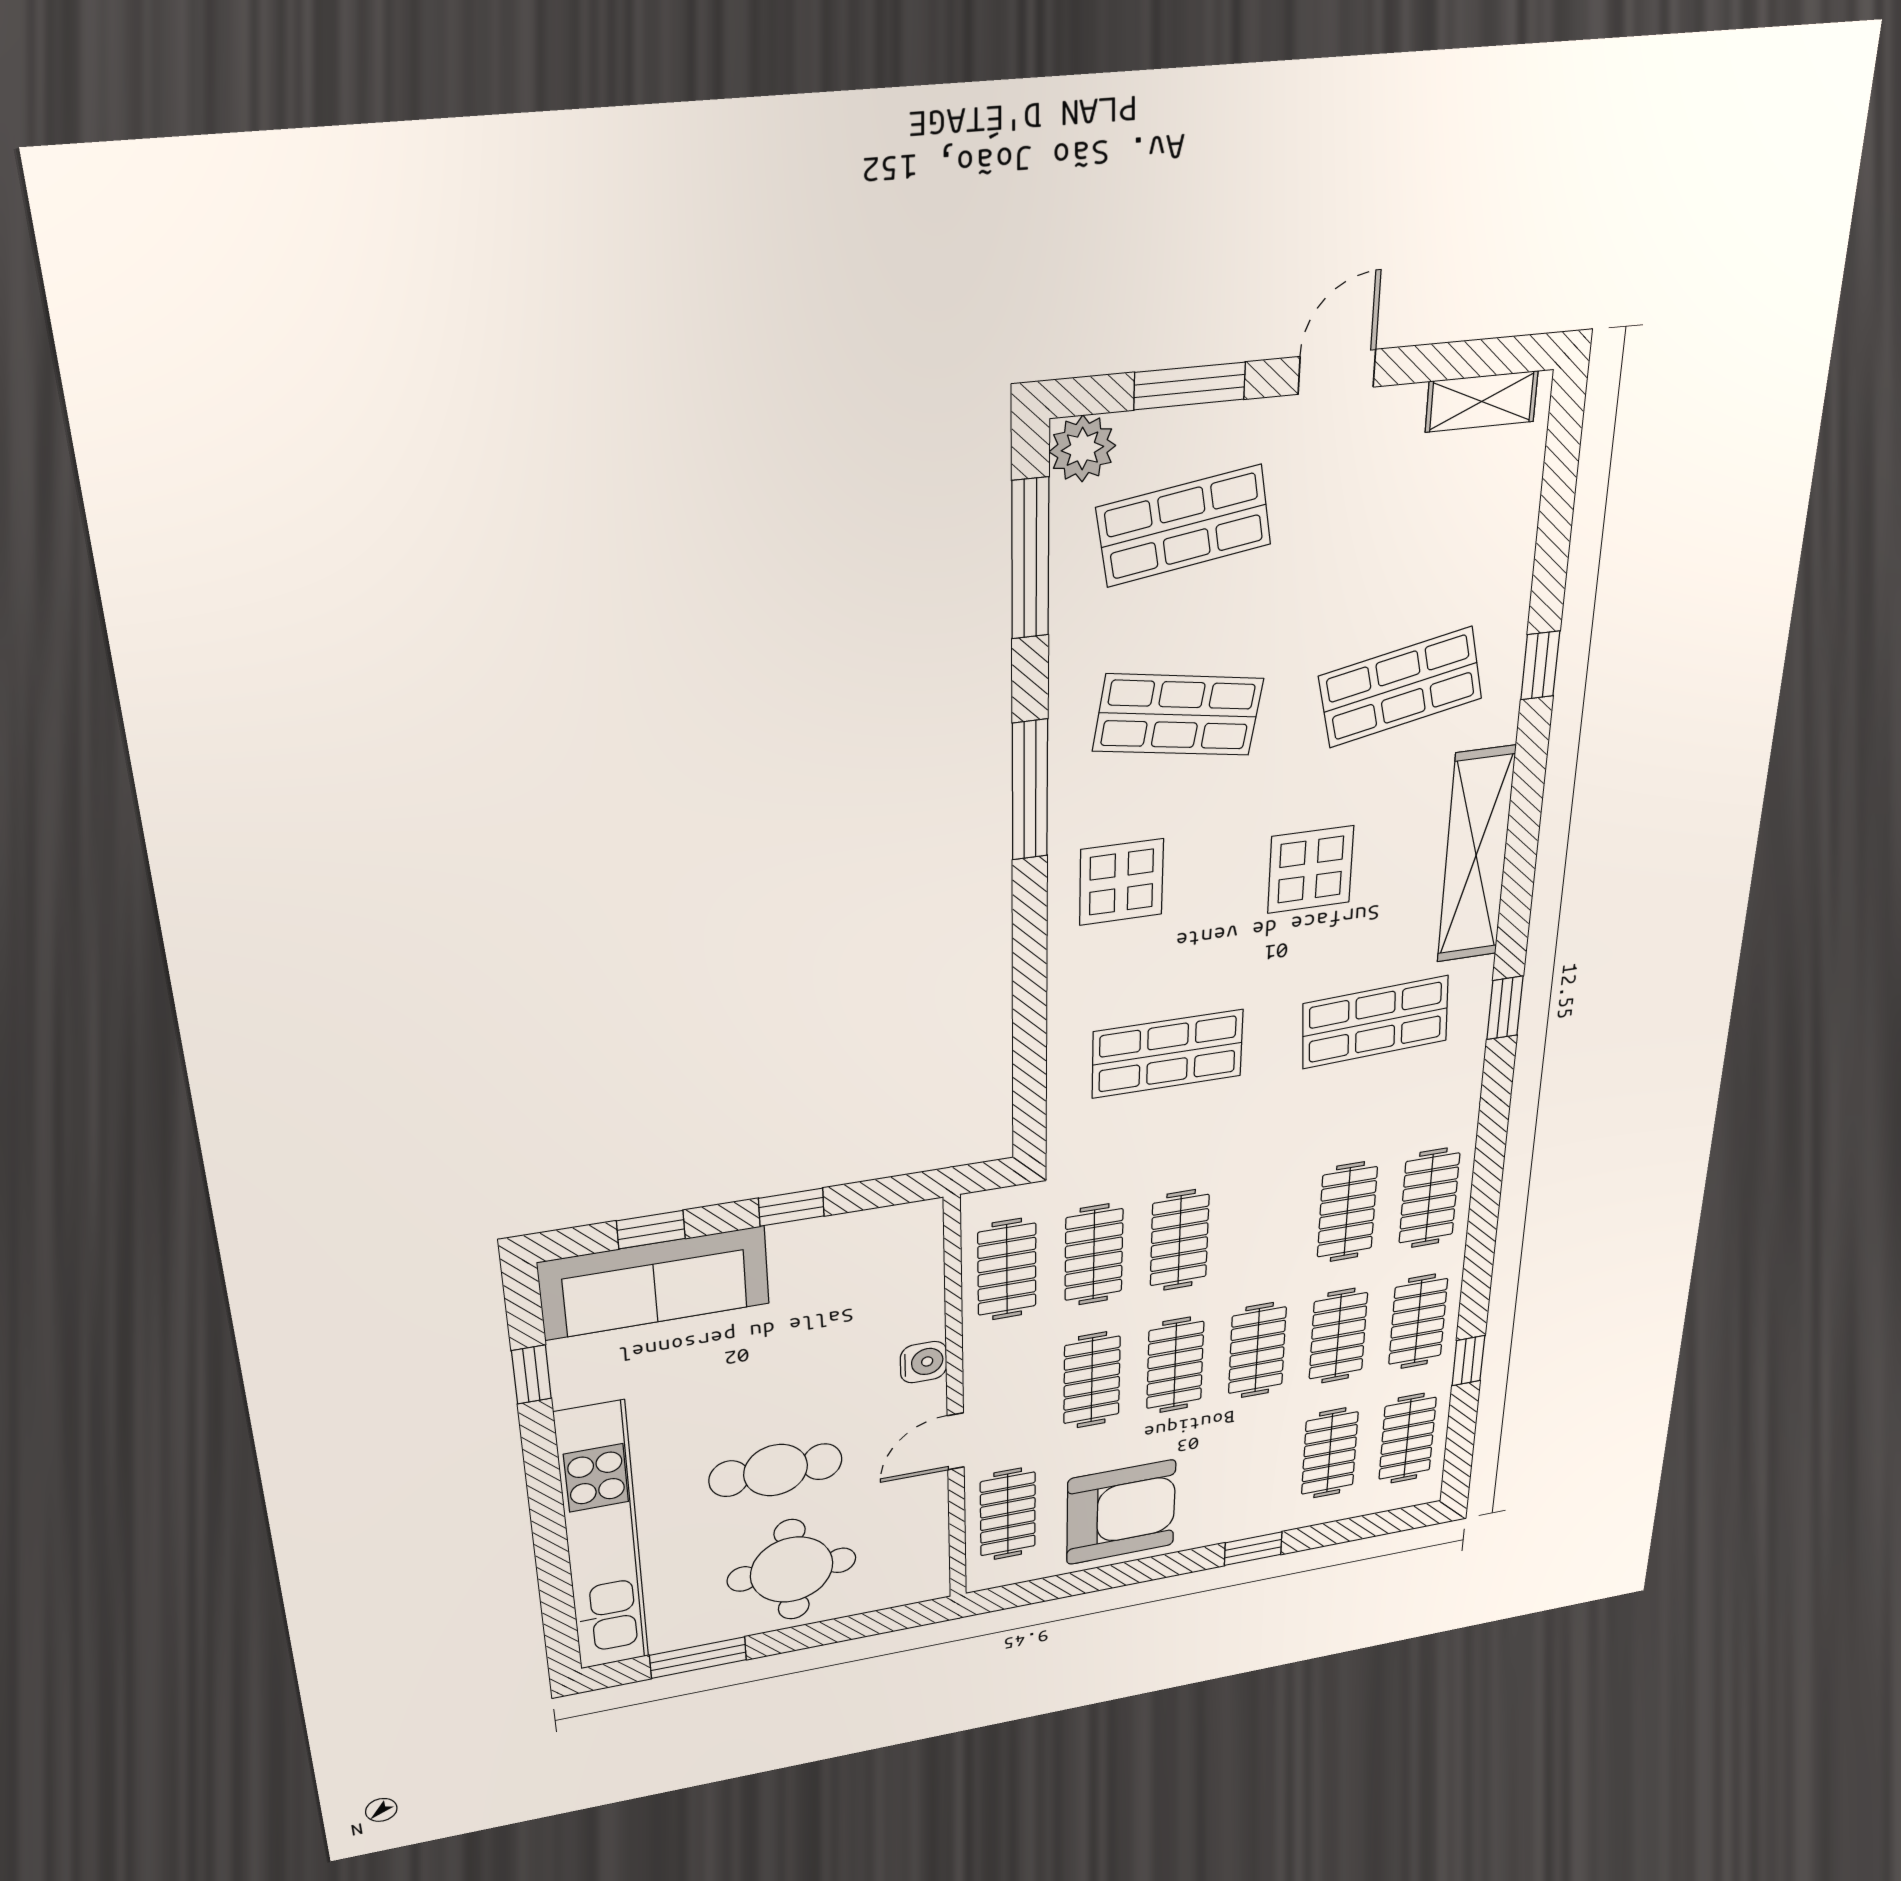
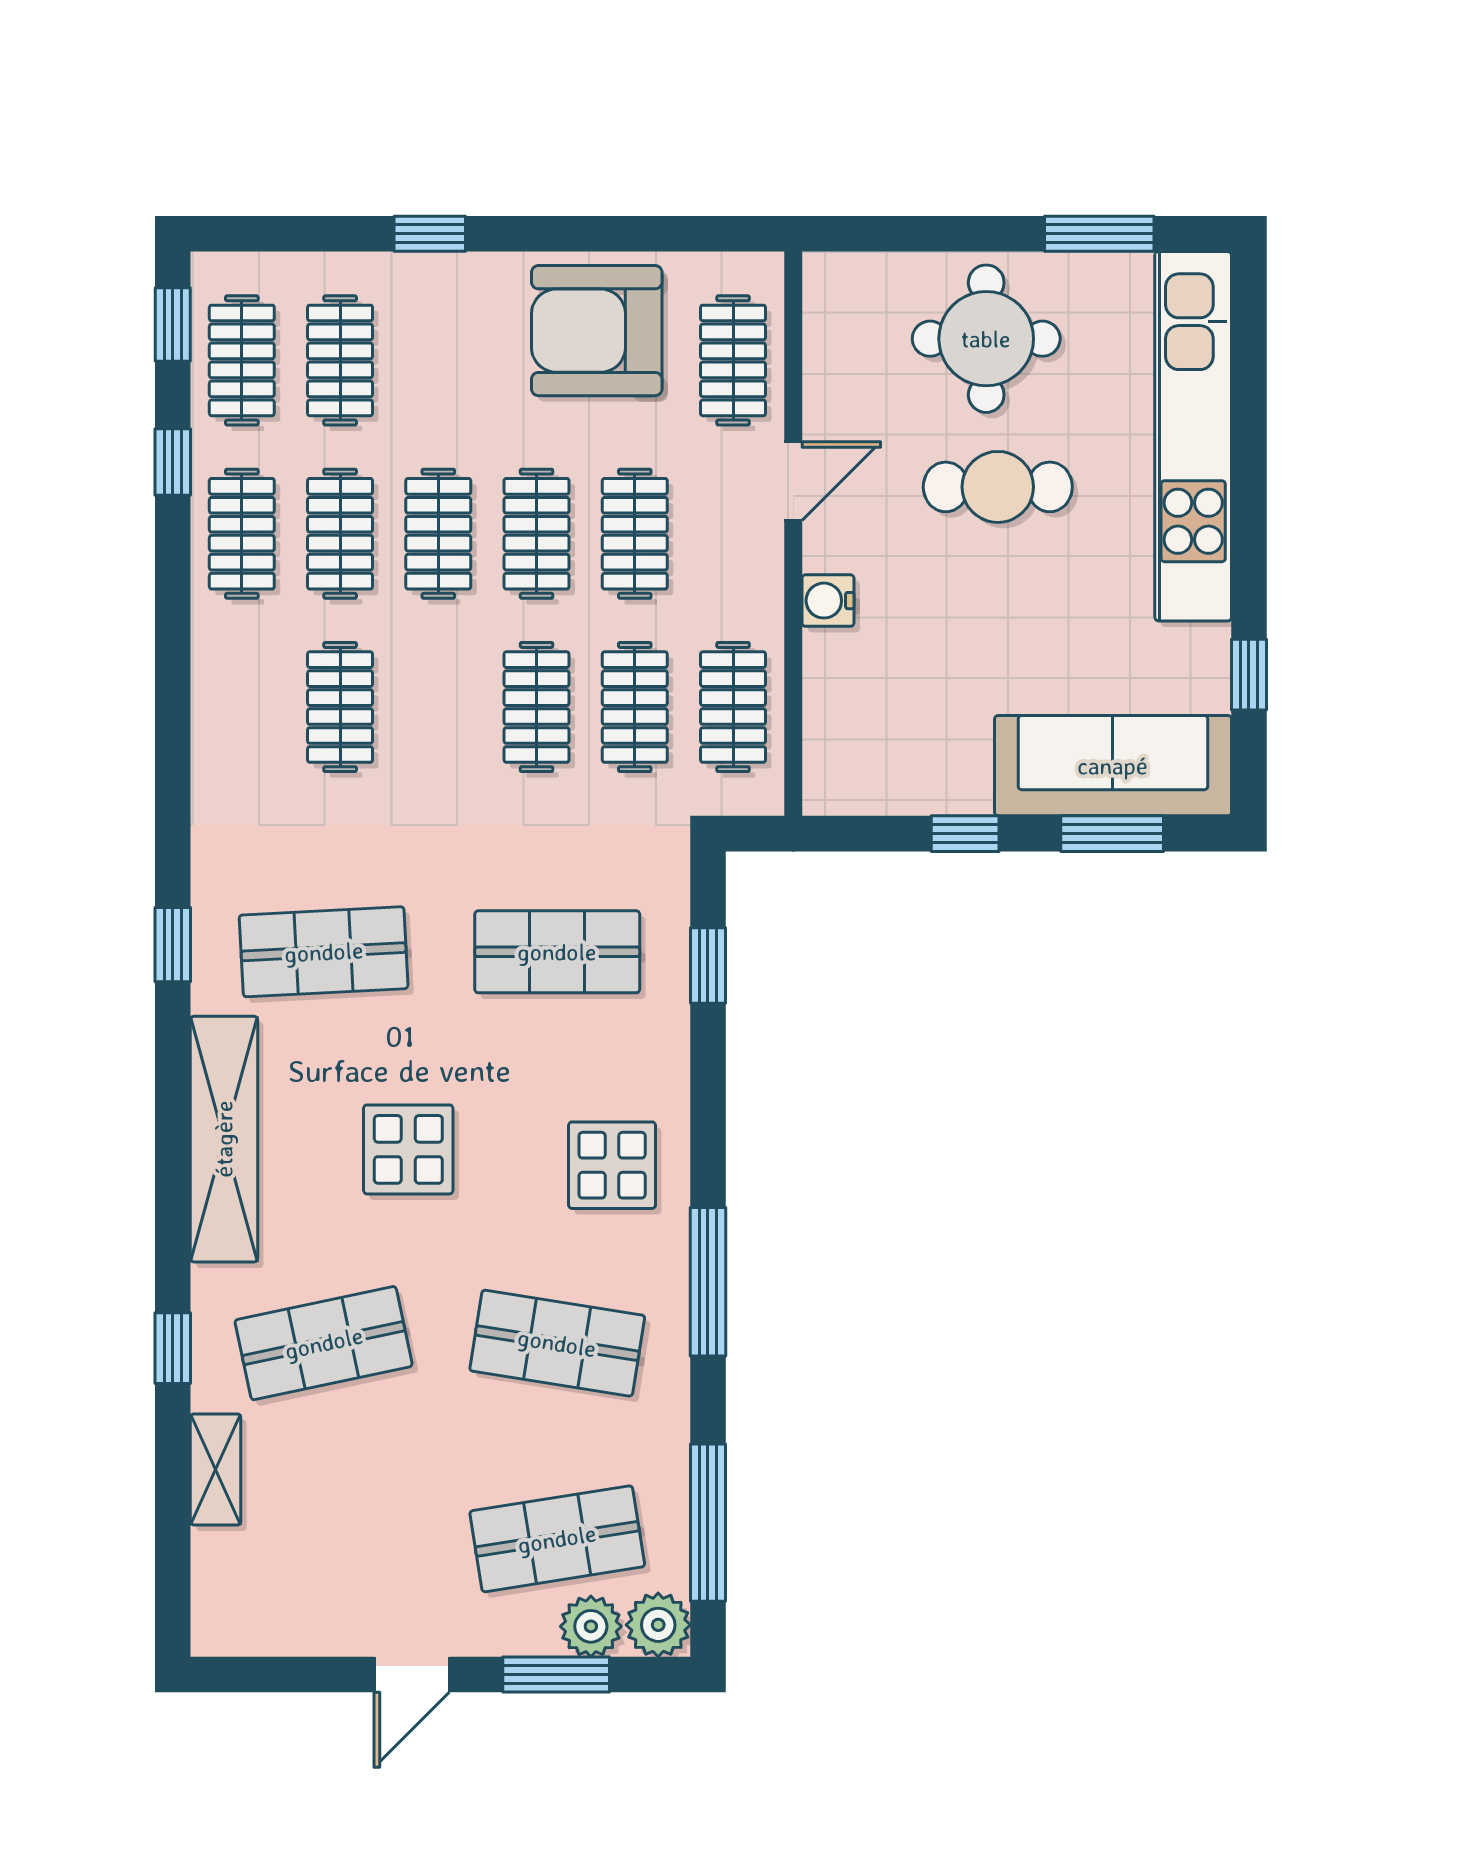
shelving: (1482, 401) -> (216, 1469), moved, turned 90
plant: (1152, 440) -> (591, 1626), added
window: (1030, 1064) -> (708, 965), added
clothes rail: (1429, 1198) -> (242, 707), removed
window: (651, 1230) -> (1112, 834), width x1.50
window: (1459, 1452) -> (173, 325), added

